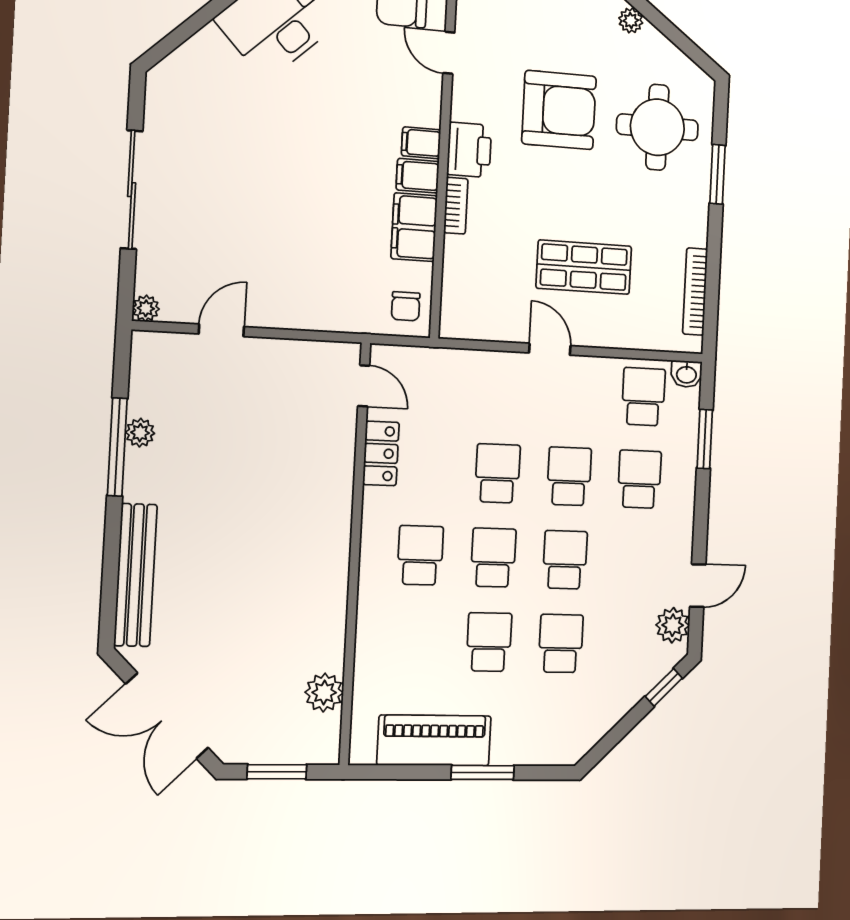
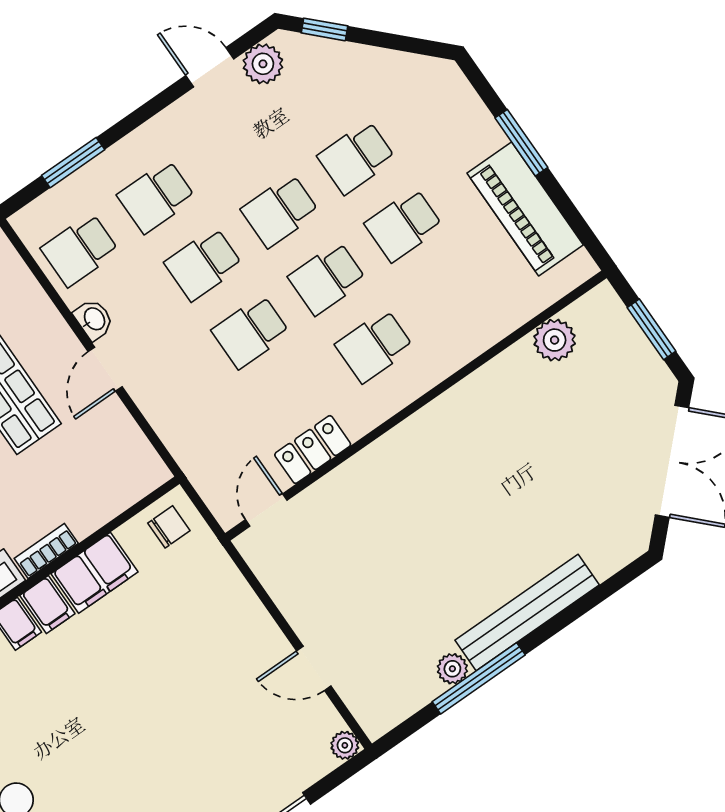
washbasin: (686, 374) -> (94, 319), moved
bench: (135, 575) -> (527, 613), moved

